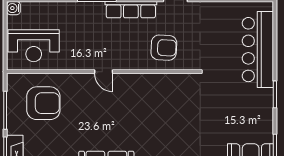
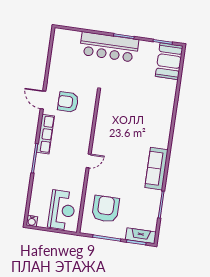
armchair: (164, 48) -> (68, 102), moved, turned -93
bar counter: (258, 50) -> (109, 47), moved

